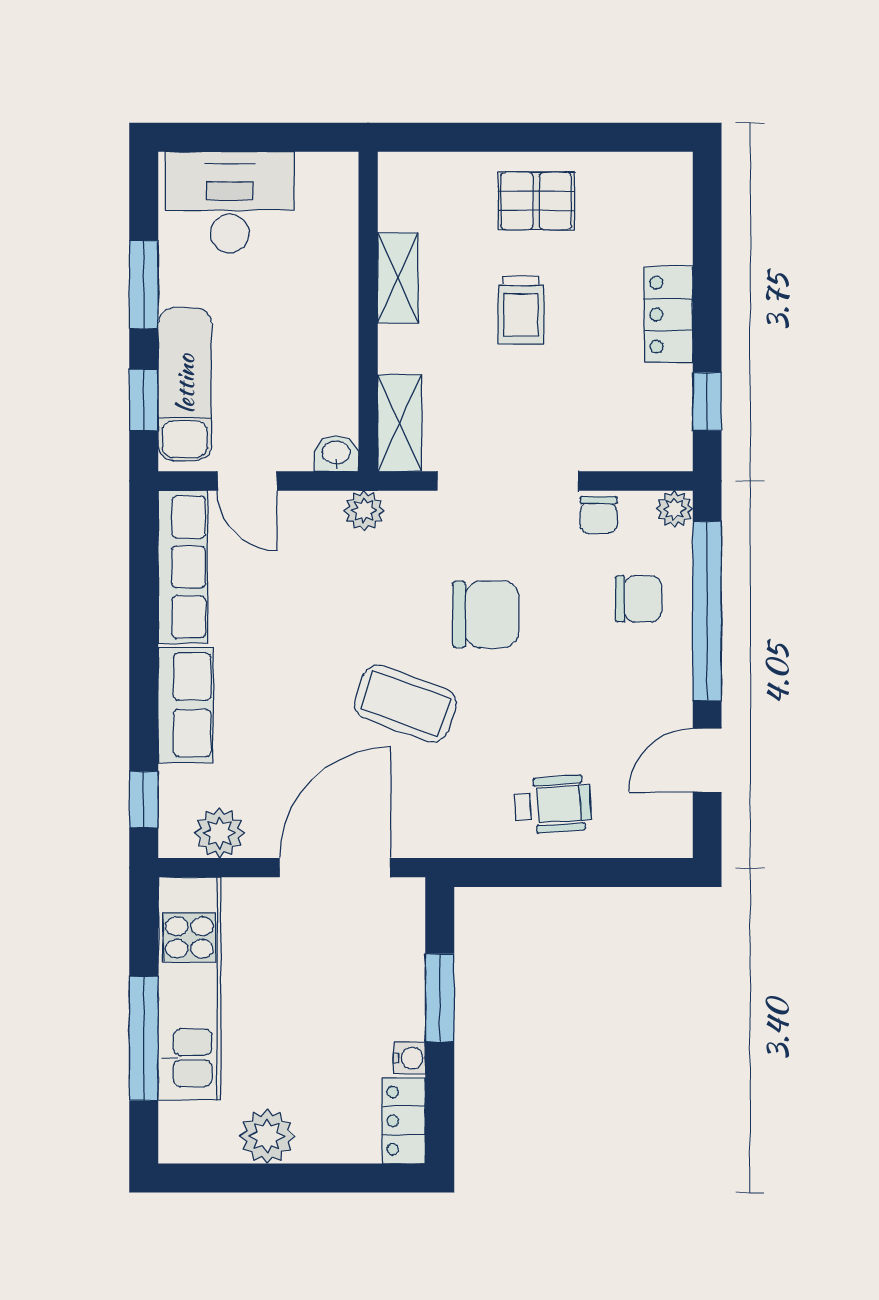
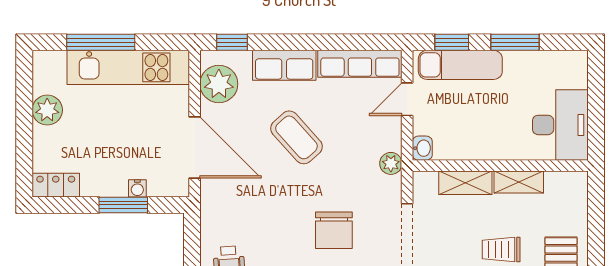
desk: (230, 202) -> (560, 125), moved
shelving: (399, 423) -> (465, 183), moved
coffee table: (405, 704) -> (296, 137), moved, turned -62
plant: (219, 833) -> (219, 84), width x1.36, depth x1.36
water cooler: (410, 1058) -> (137, 188), moved

